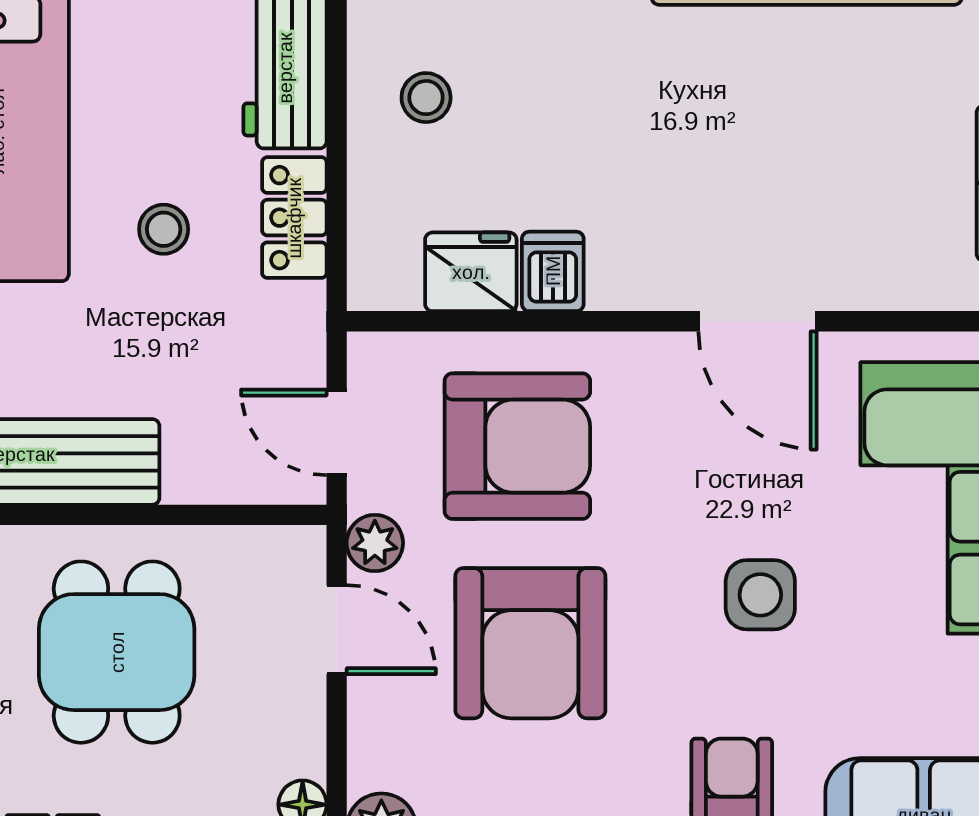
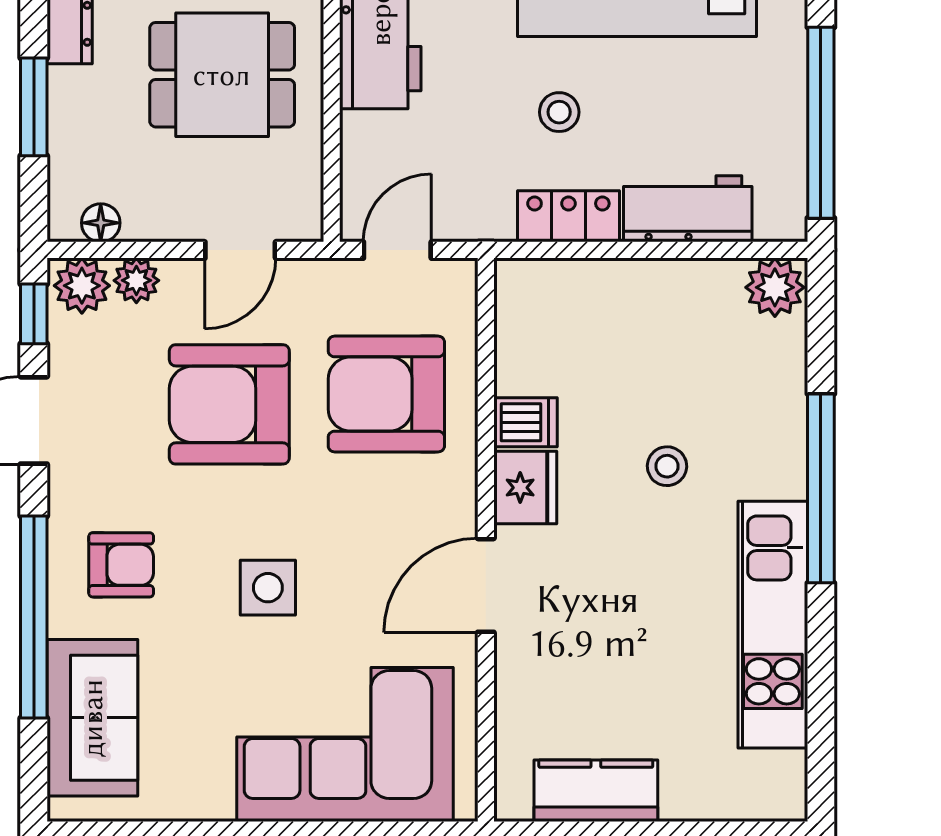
stool: (426, 98) -> (667, 466), moved
fridge: (471, 272) -> (525, 488), moved
armchair: (517, 446) -> (386, 394), turned 90
plant: (375, 543) -> (136, 280), moved

